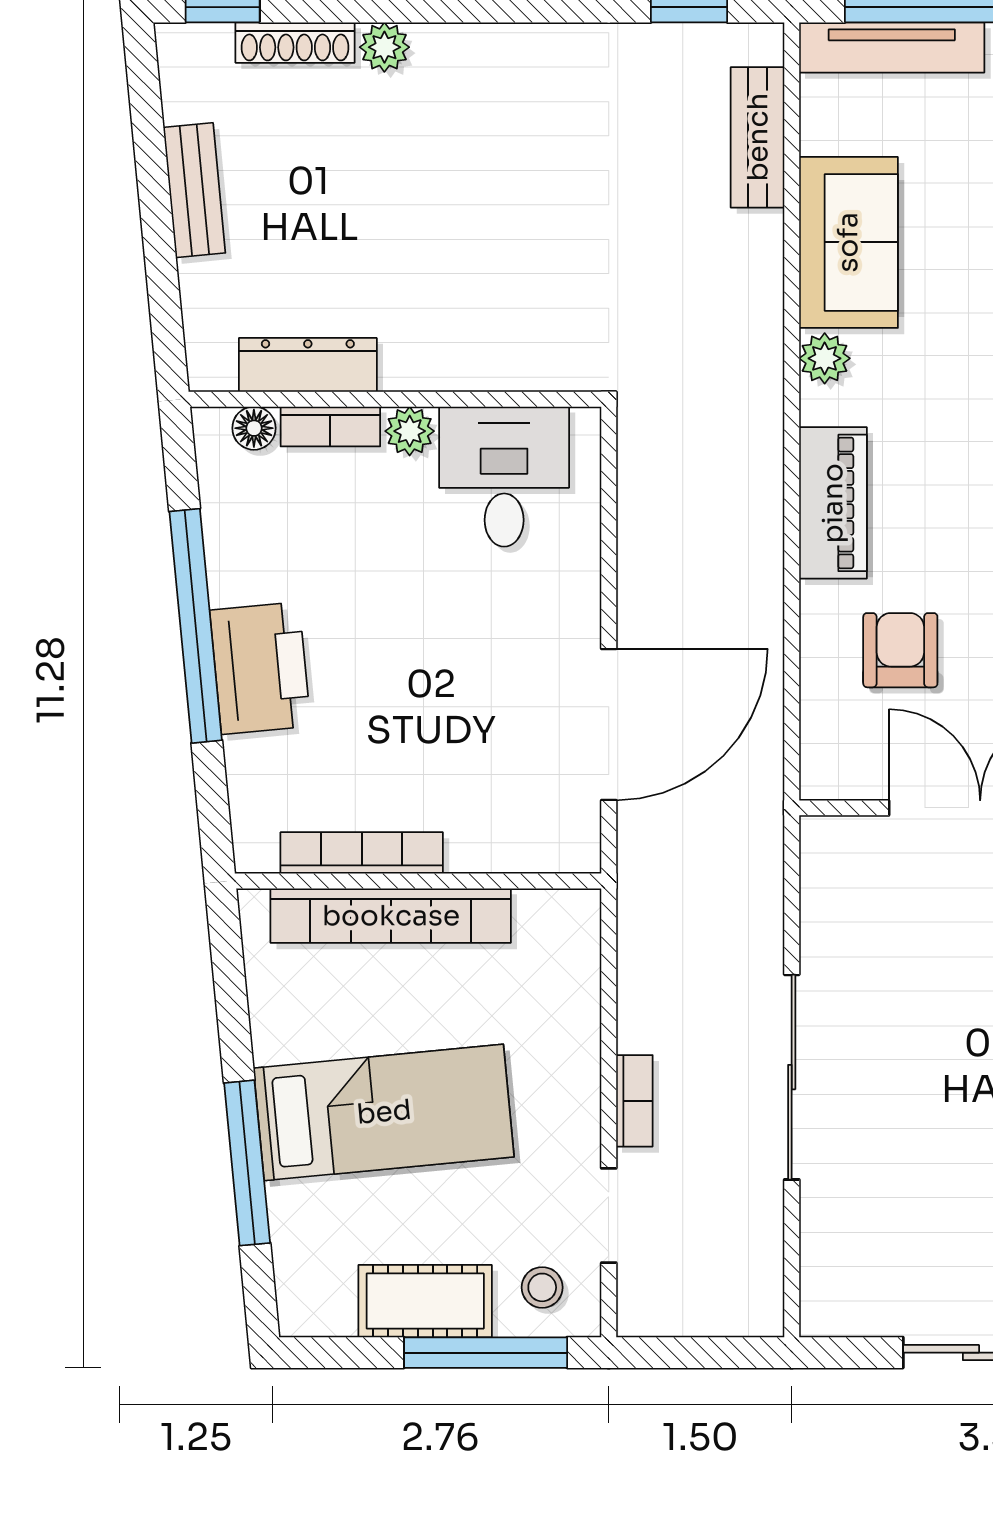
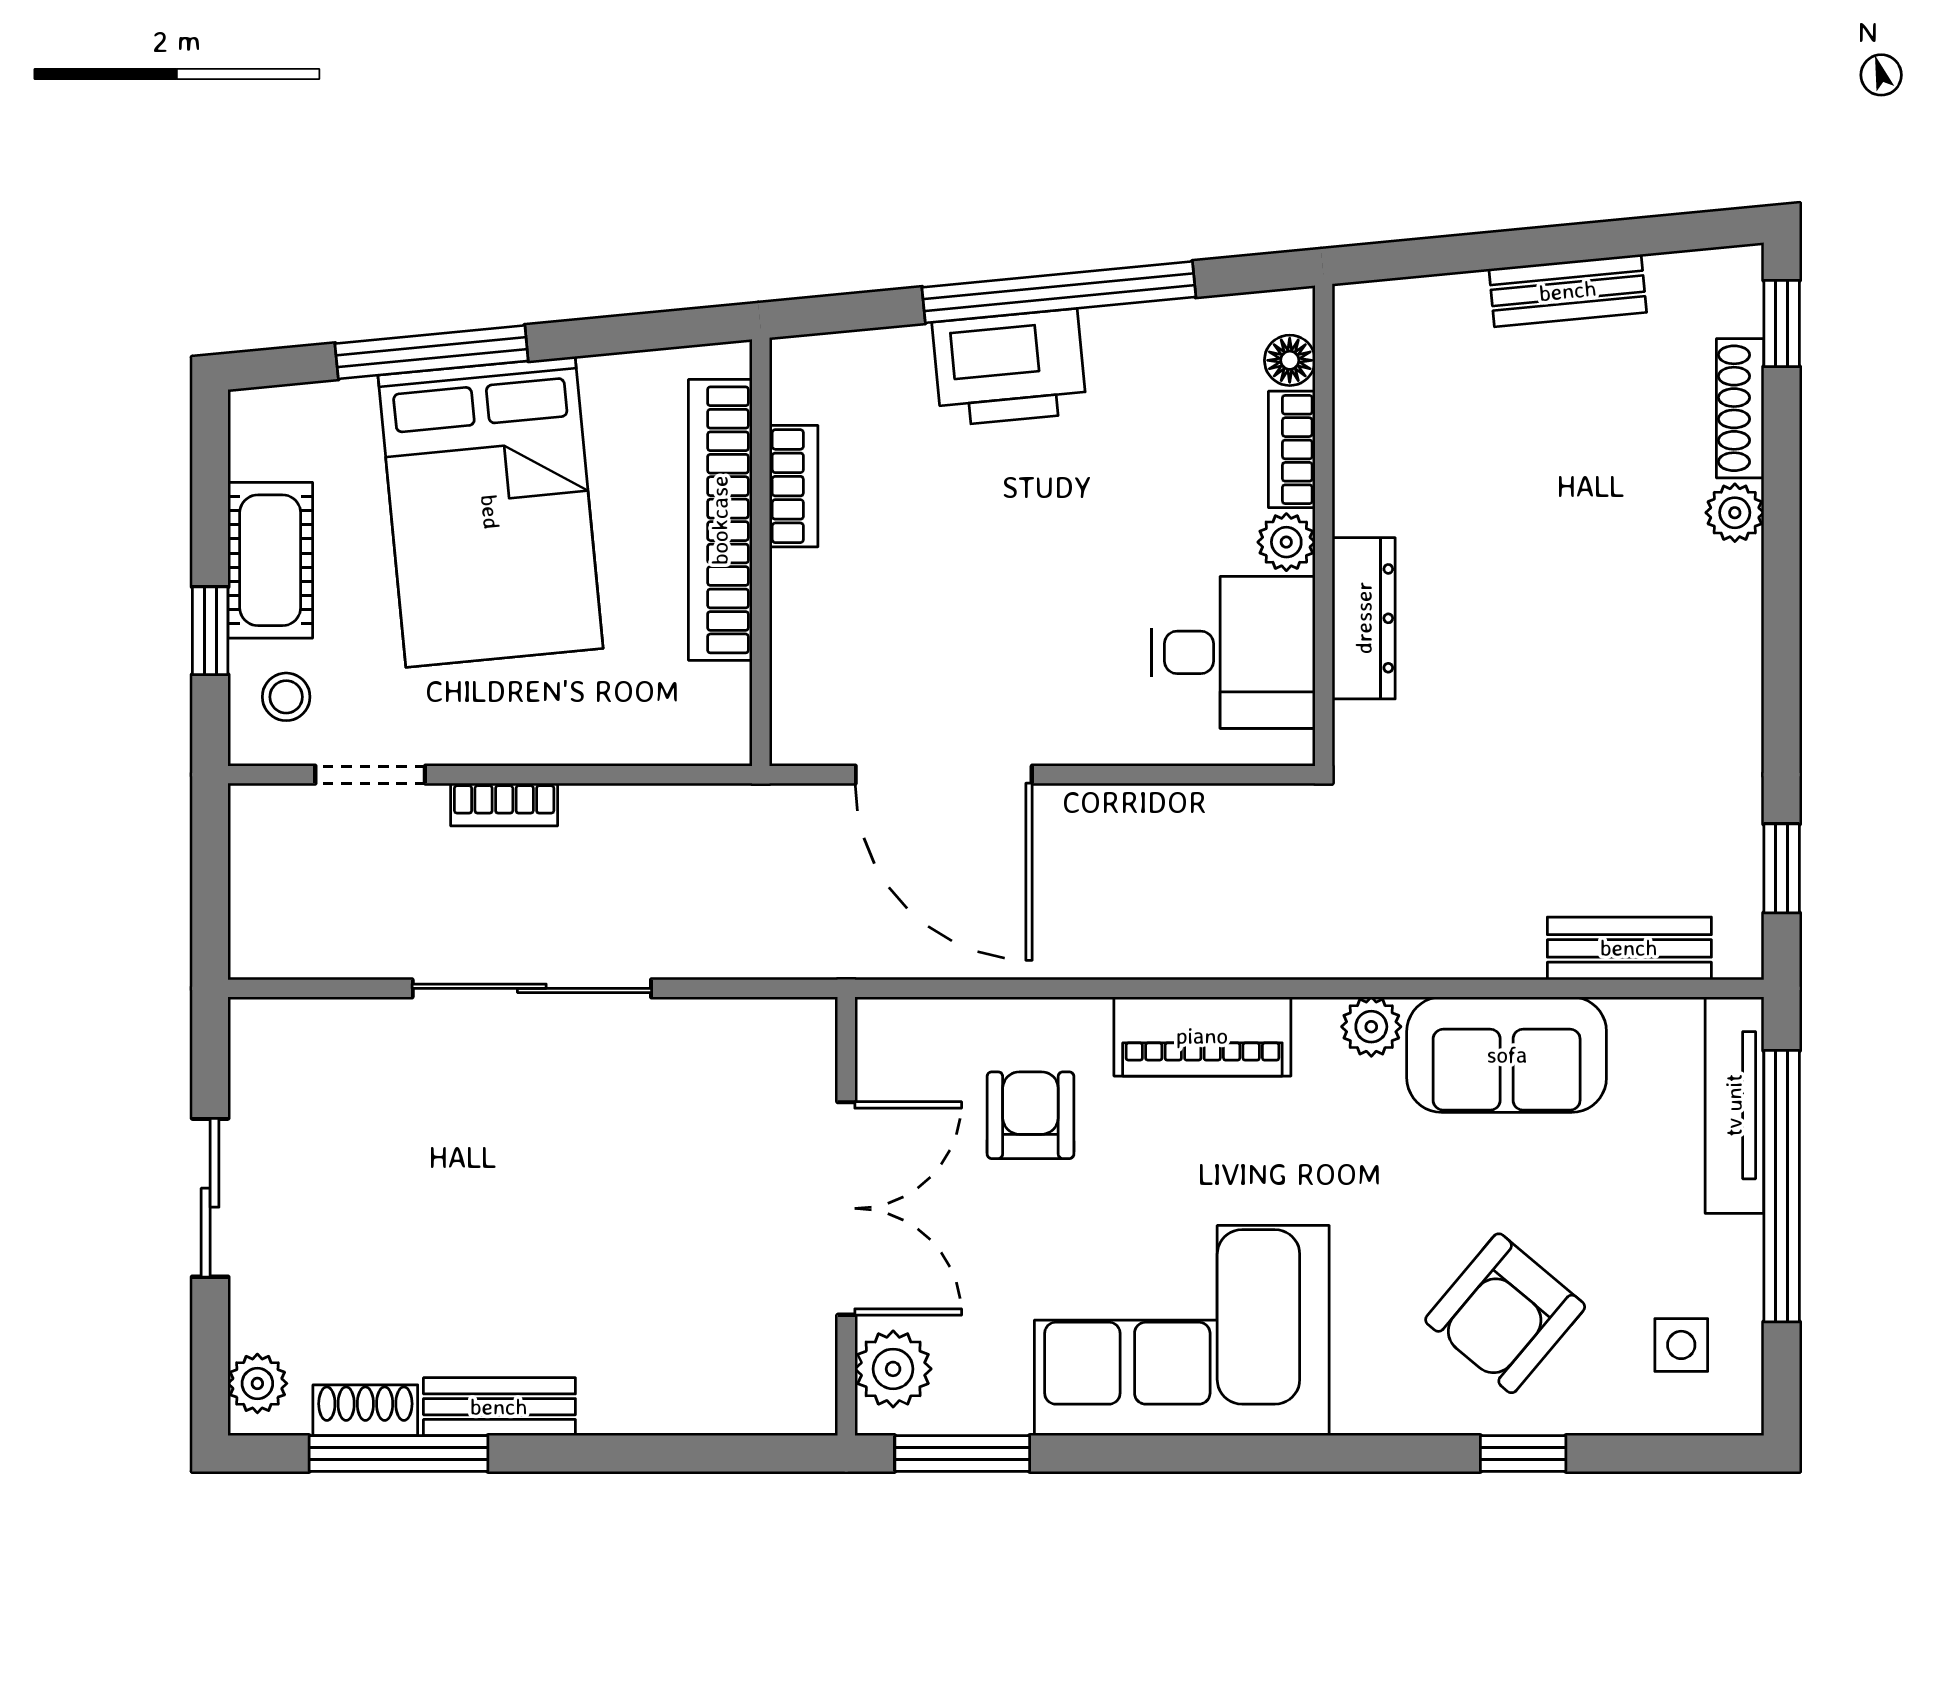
dresser: (308, 365) -> (1364, 618), moved
armchair: (900, 650) -> (1030, 1115), turned -90
bookcase: (362, 853) -> (794, 486), width x0.64
bed: (384, 1112) -> (490, 512), width x1.50
window: (486, 1353) -> (210, 631), width x0.46

